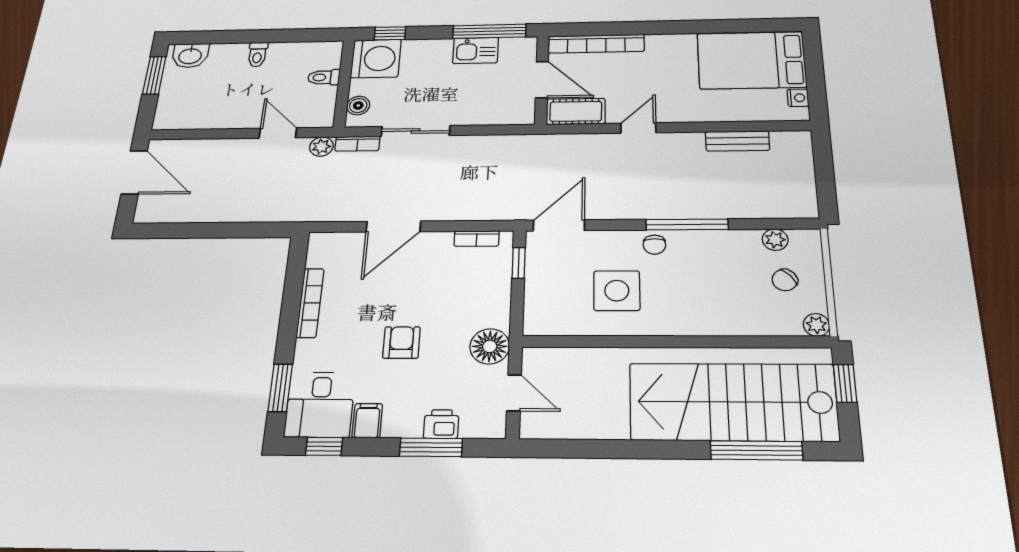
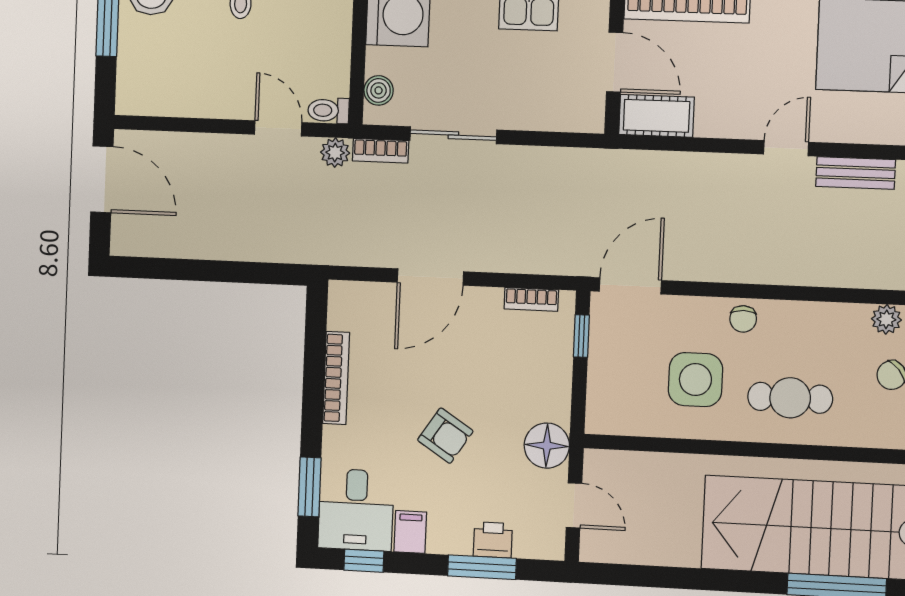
toilet: (324, 77) -> (328, 110), moved
door: (638, 128) -> (786, 148), moved
window: (687, 224) -> (784, 293), removed
cafe table: (699, 301) -> (790, 398), added
armchair: (401, 342) -> (445, 436), turned 123

